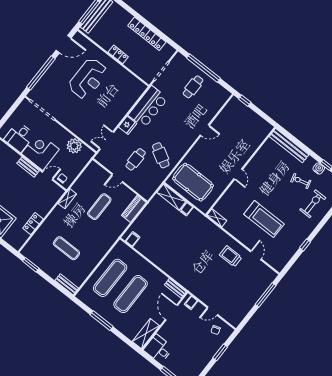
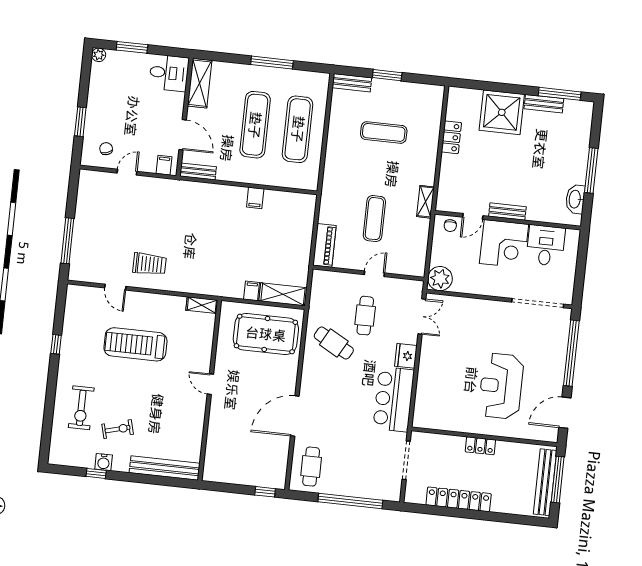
cafe table: (193, 87) -> (311, 467), moved
door: (205, 130) -> (295, 416), width x1.88
plant: (74, 146) -> (440, 279), moved
filing cabinet: (133, 239) -> (255, 198), moved
window: (31, 265) -> (387, 75), moved

